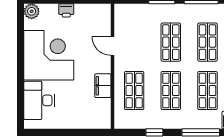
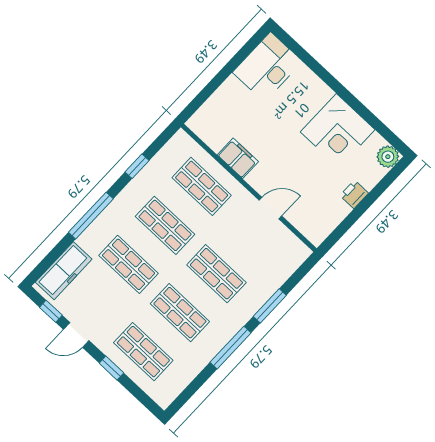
corner desk: (49, 55) -> (338, 131), width x0.74, depth x0.74
desk: (39, 100) -> (267, 67), moved, turned -90

